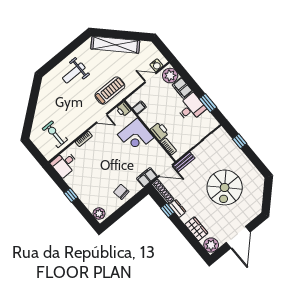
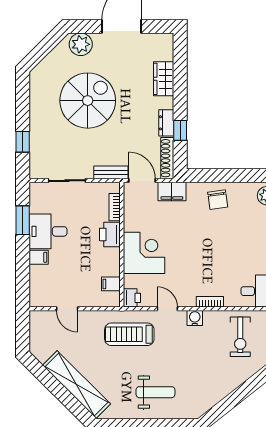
water cooler: (156, 65) -> (195, 318), moved
plant: (170, 76) -> (41, 292), removed
filing cabinet: (182, 88) -> (39, 257), width x0.50
plant: (211, 245) -> (81, 44), moved

